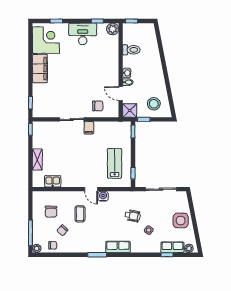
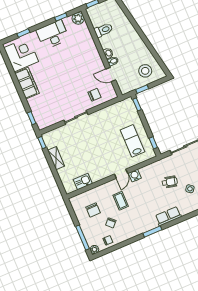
shower: (130, 110) -> (126, 86), removed
filing cabinet: (89, 128) -> (95, 118), removed
shelving: (37, 159) -> (56, 158), moved
door: (91, 189) -> (121, 174), hinge flipped

